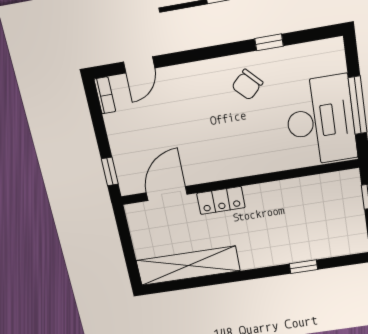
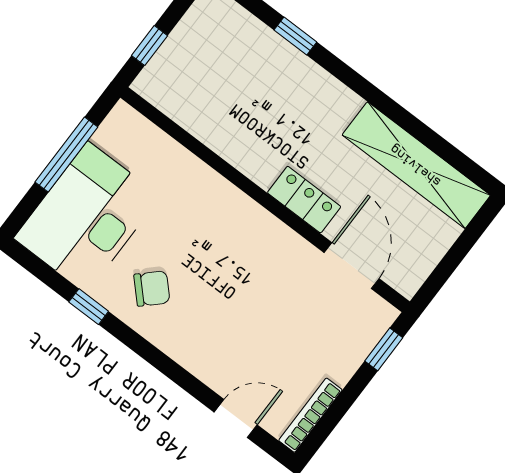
bookcase: (105, 95) -> (310, 415), width x1.56
desk: (321, 121) -> (87, 217), moved
door: (167, 194) -> (352, 266), swing flipped

